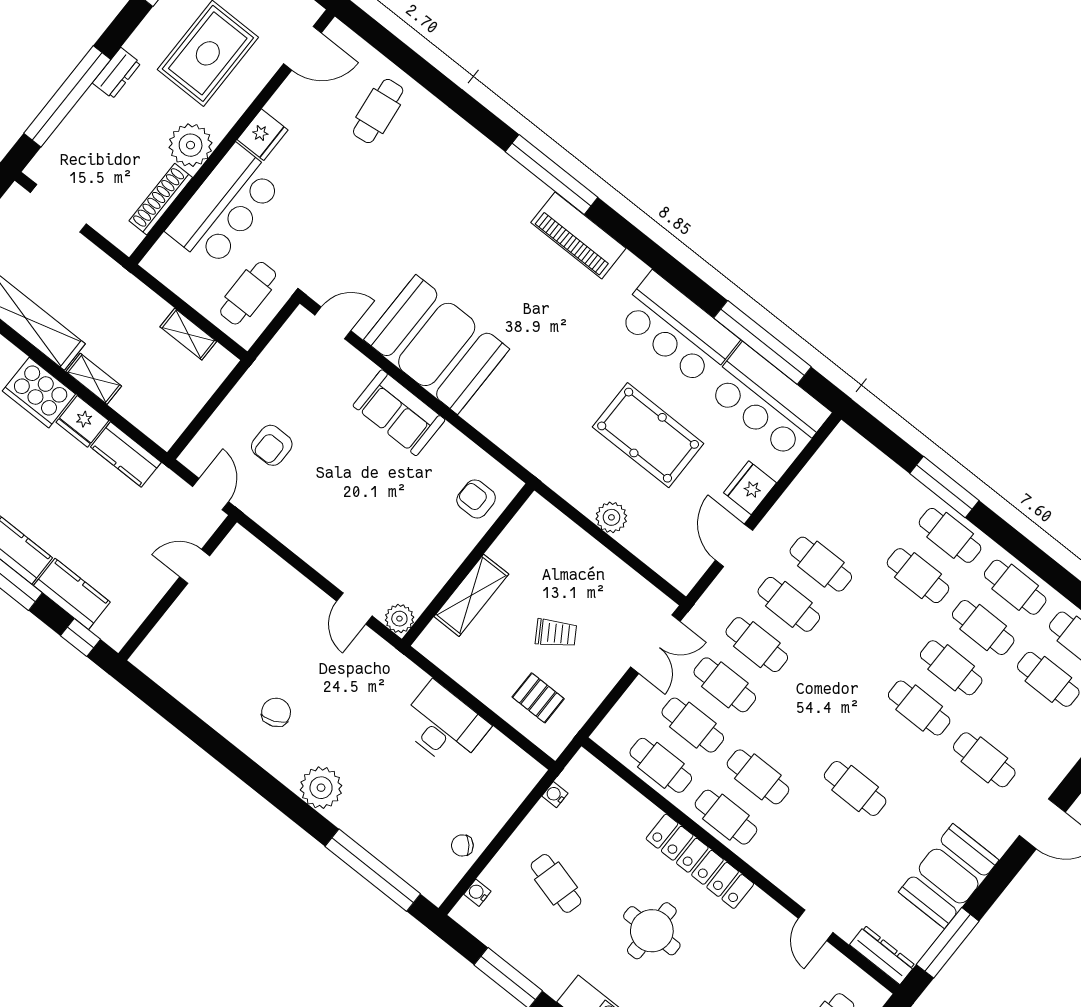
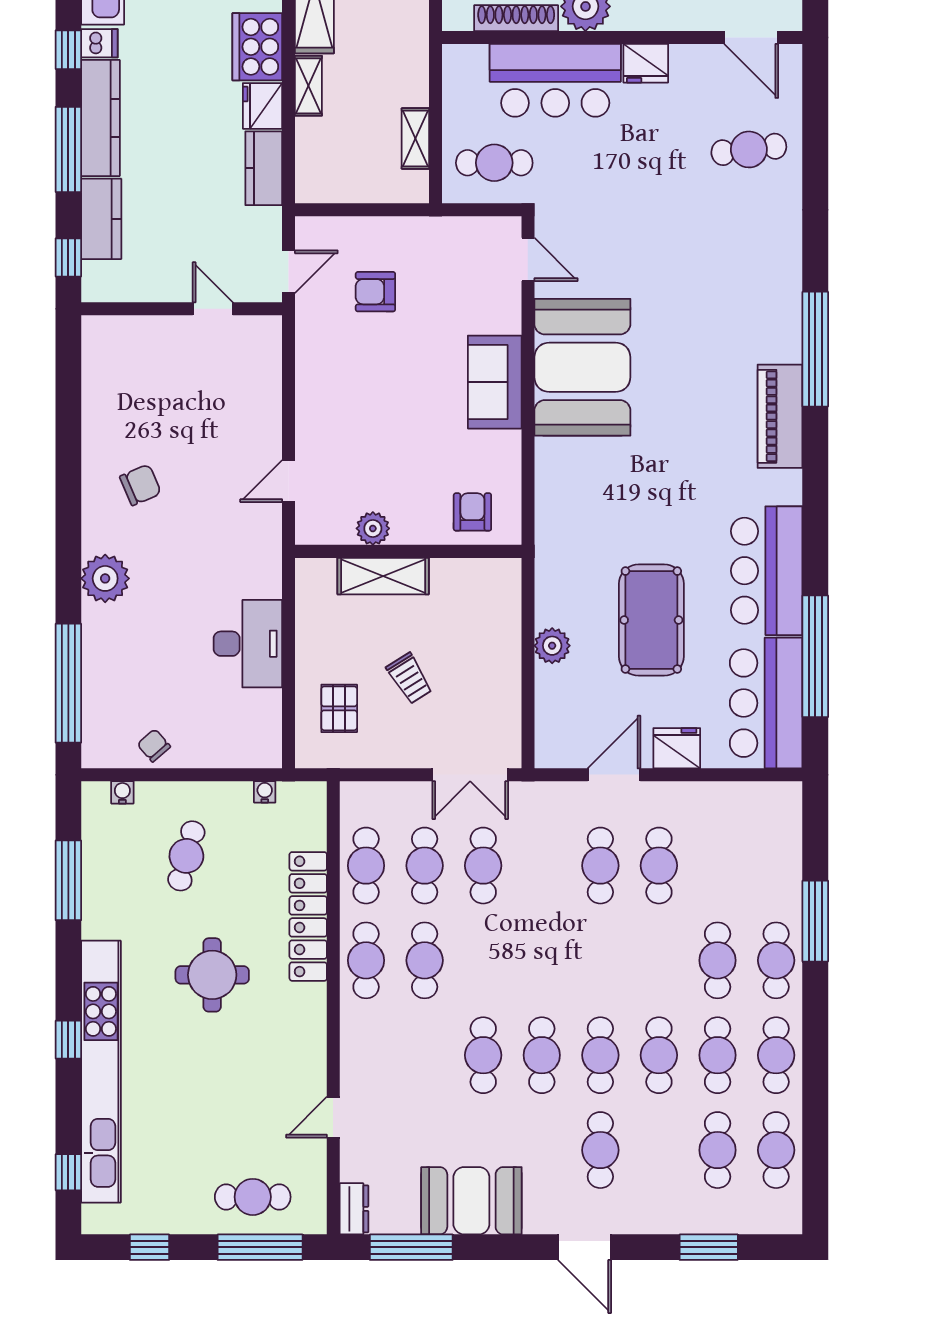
plant: (399, 619) -> (373, 528), moved
cafe table: (757, 645) -> (542, 1055), moved
locker: (700, 861) -> (308, 916), moved
dresser: (882, 955) -> (354, 1209), width x0.70

